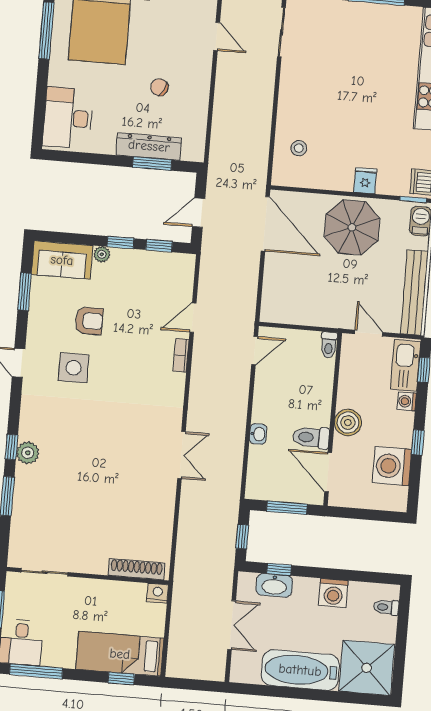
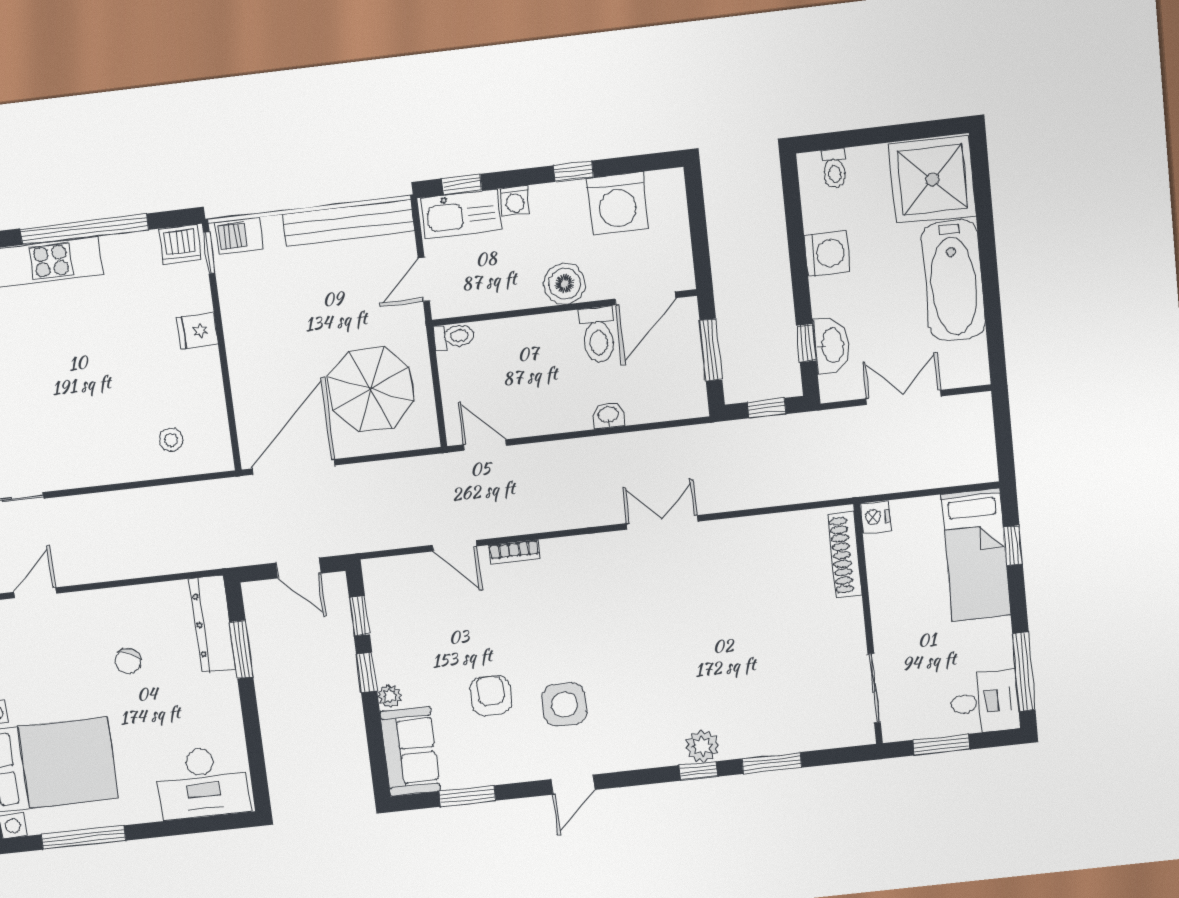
dresser: (149, 146) -> (213, 624), moved
parasol: (352, 227) -> (371, 389), moved

